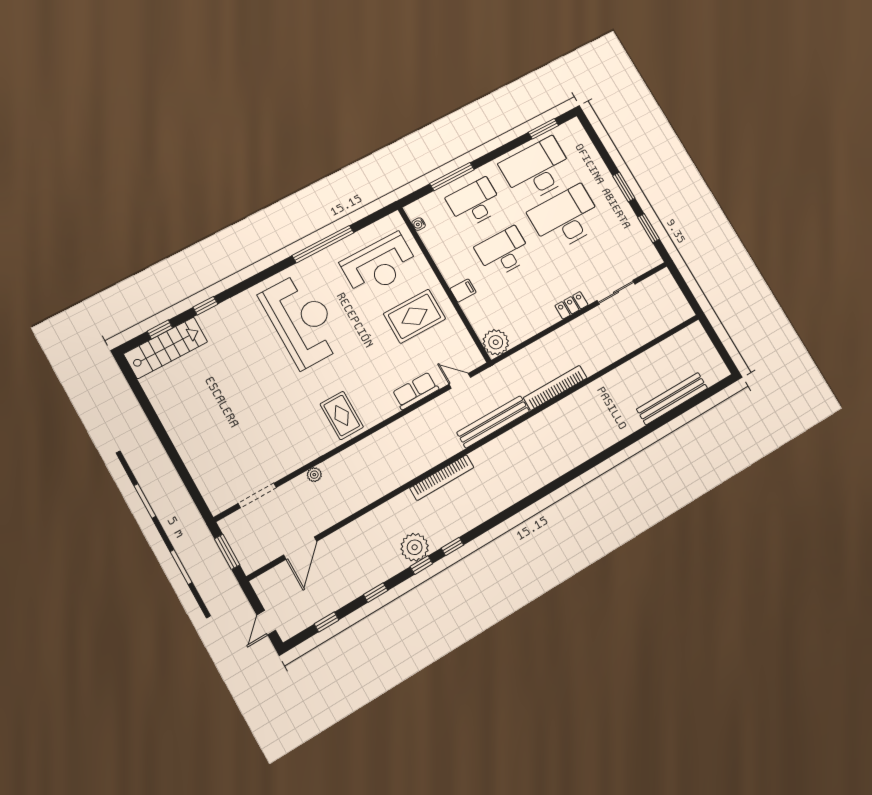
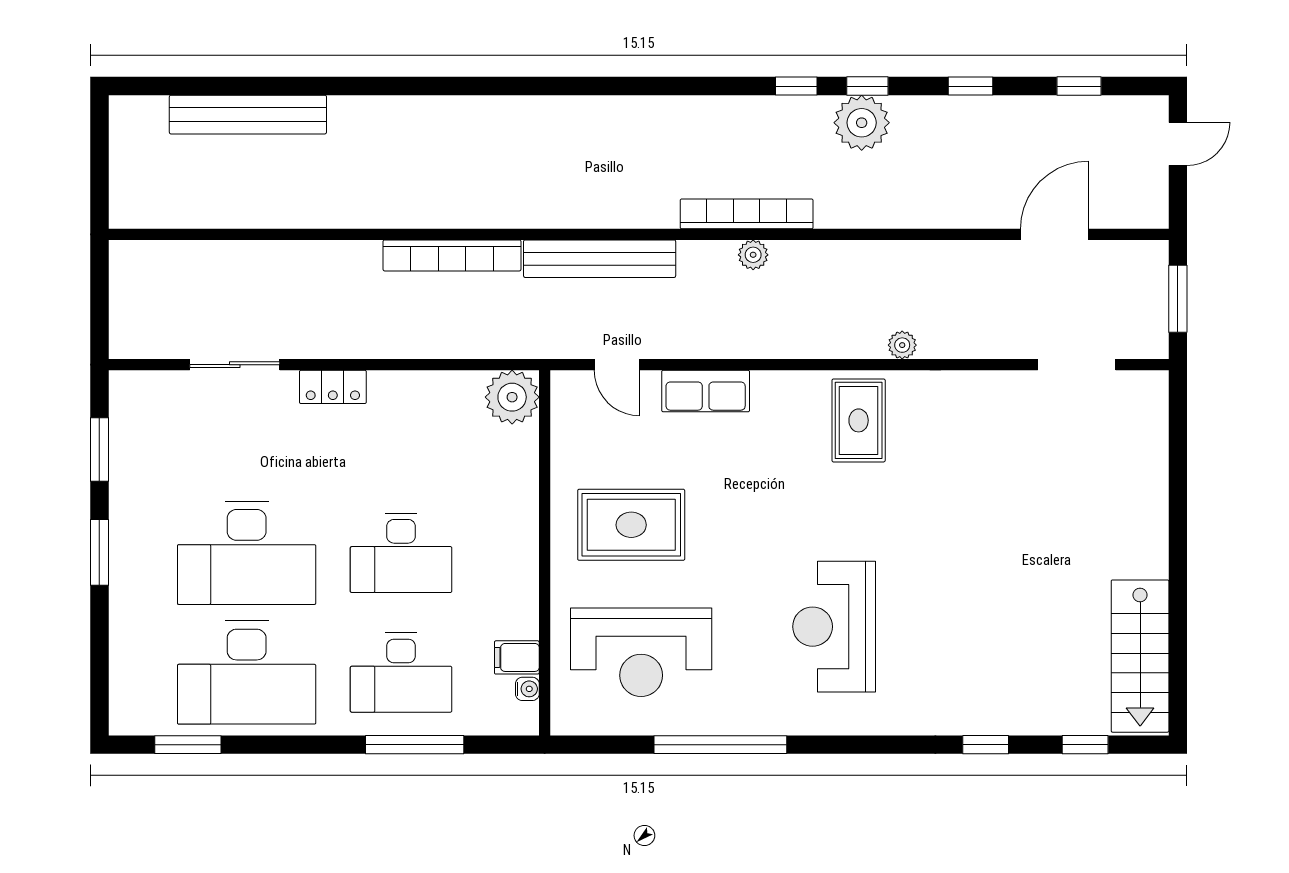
reception desk: (379, 265) -> (641, 652), turned 180
filing cabinet: (463, 291) -> (517, 657), moved
reception desk: (302, 320) -> (834, 627), width x0.74, depth x0.77
stairs: (166, 348) -> (1140, 656), moved, turned -90
plant: (429, 461) -> (753, 255), added
plant: (314, 475) -> (902, 345), moved

